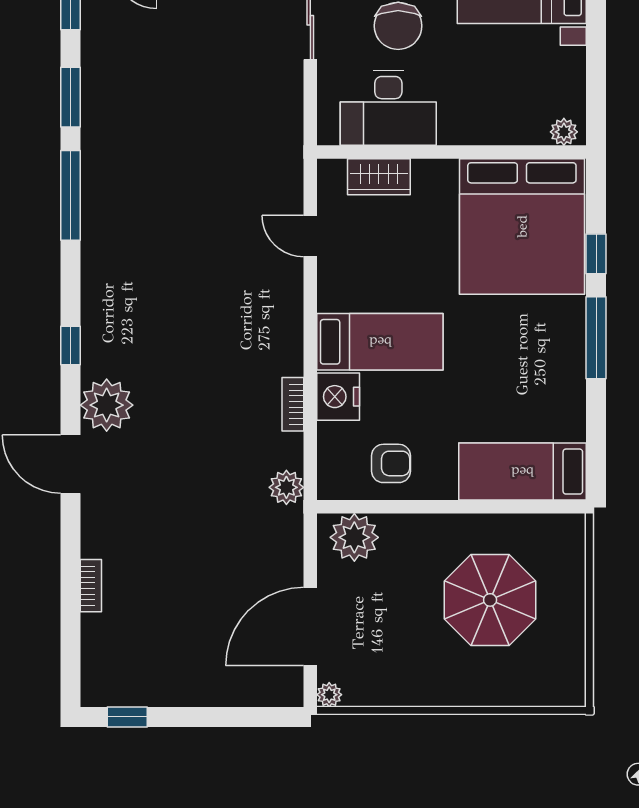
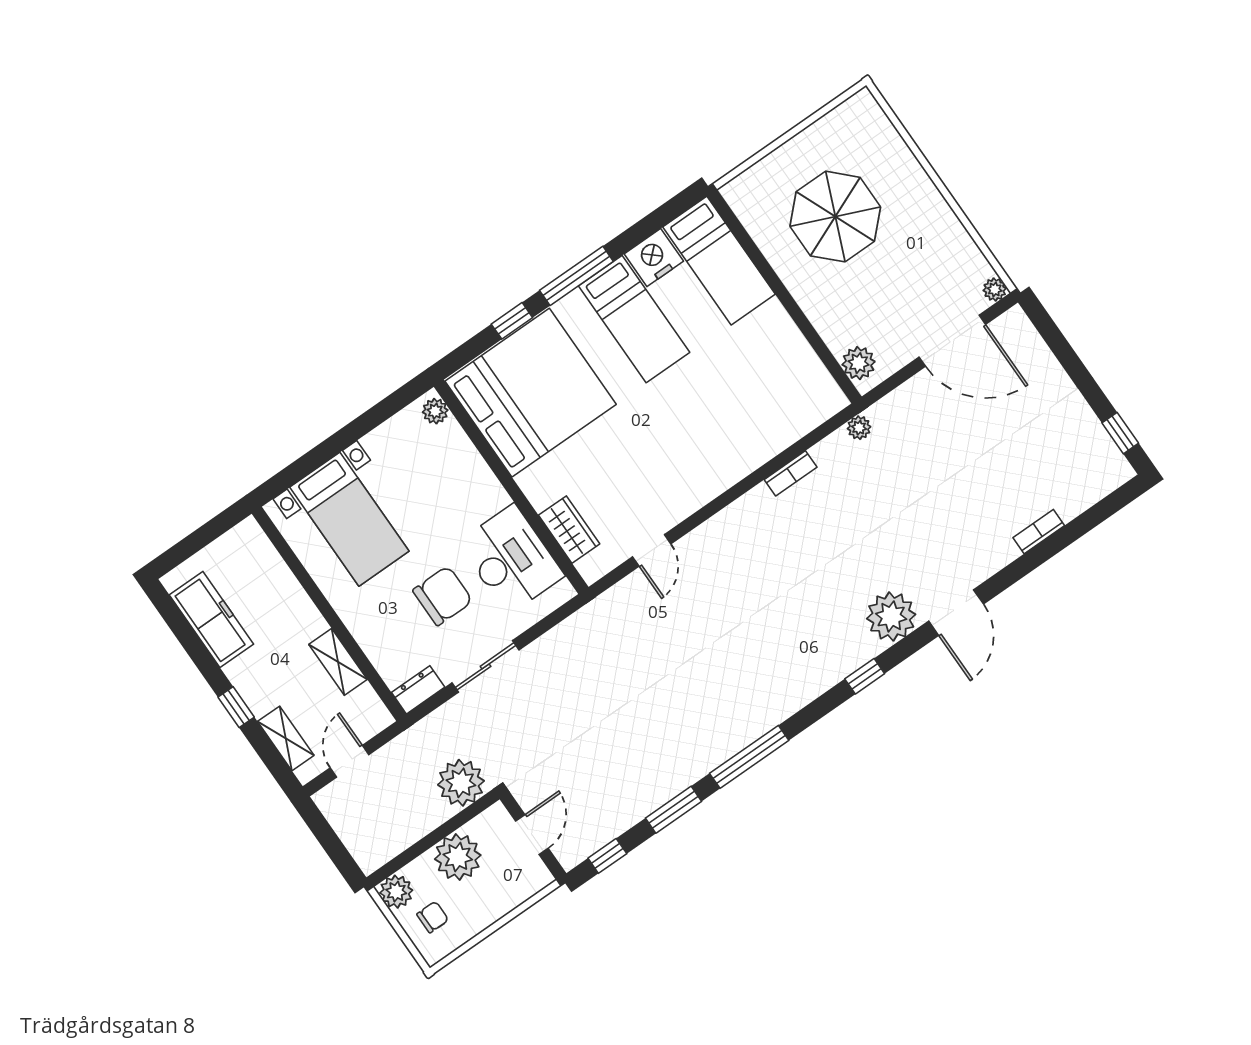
bed: (380, 342) -> (634, 319), moved, turned 180
nightstand: (338, 397) -> (654, 258), moved, turned 180
armchair: (391, 463) -> (783, 366), removed
plant: (286, 487) -> (859, 428), width x0.73, depth x0.73
plant: (354, 537) -> (859, 363), width x0.73, depth x0.73

